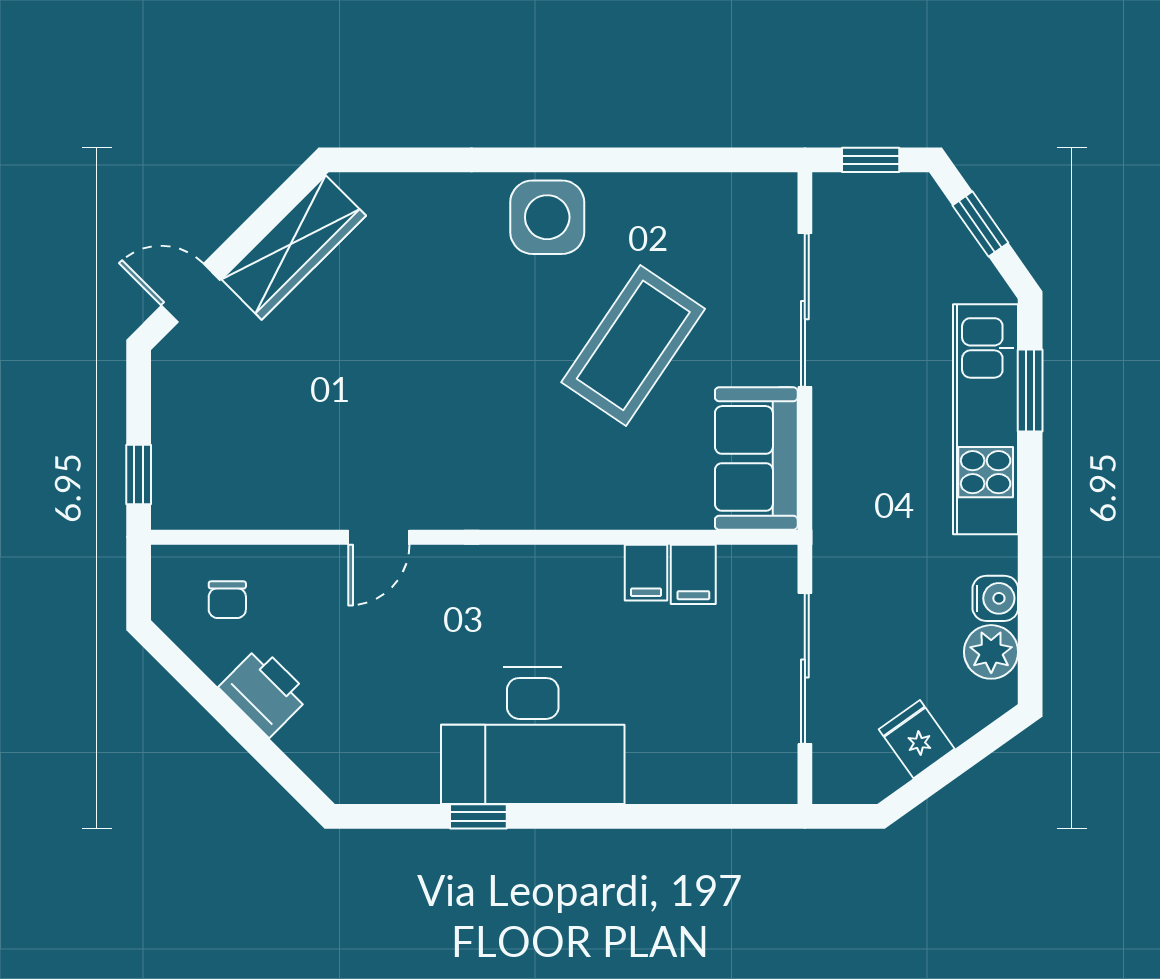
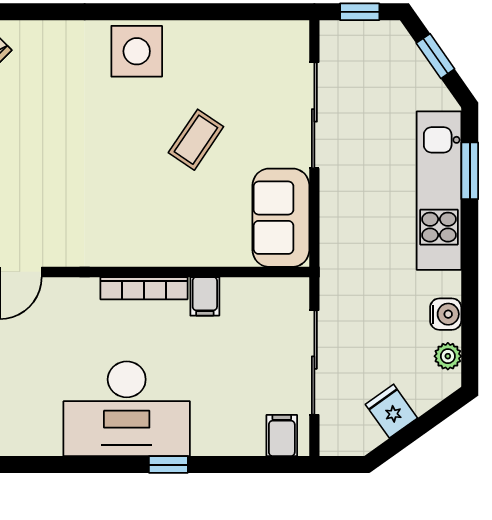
coffee table: (633, 345) -> (196, 140), width x0.54, depth x0.58
bookcase: (558, 561) -> (144, 288), added
filing cabinet: (693, 574) -> (282, 436), moved, turned 180
plant: (991, 652) -> (448, 356), width x0.73, depth x0.73
window: (478, 816) -> (168, 465), moved

